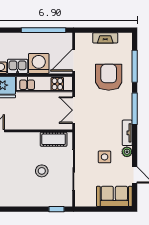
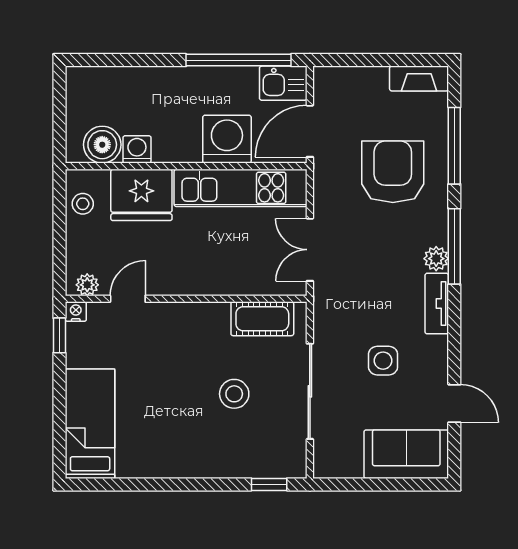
fireplace: (105, 38) -> (419, 79), moved
kitchen sink: (18, 66) -> (283, 83), moved, turned 180
plant: (127, 152) -> (436, 259), moved

